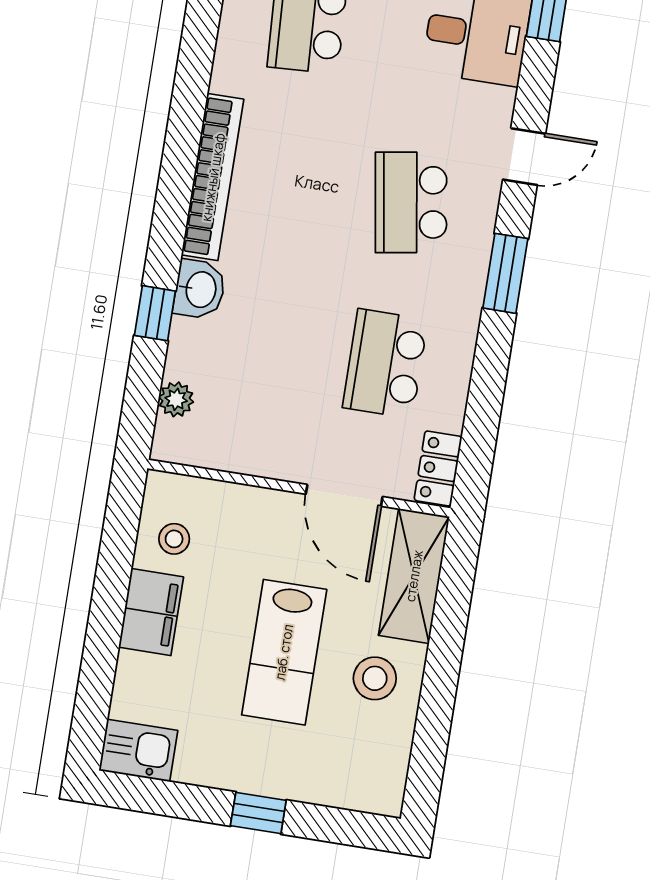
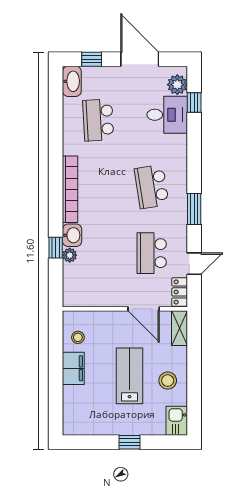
door: (524, 157) -> (194, 264), moved
plant: (176, 399) -> (70, 255), moved
shelving: (414, 576) -> (179, 328), width x0.67, depth x0.75
lab bench: (284, 652) -> (130, 376), turned 180
kitchen sink: (138, 750) -> (177, 421), moved, turned -90

